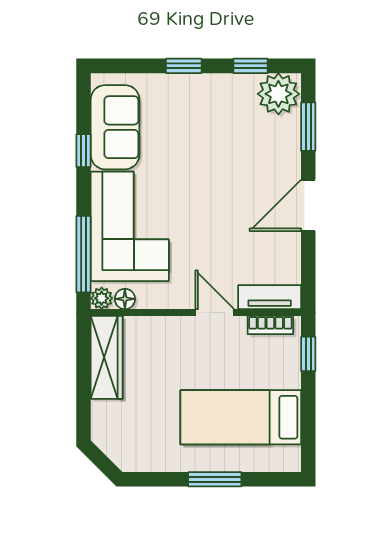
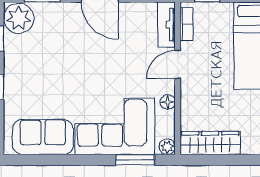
window: (84, 151) -> (60, 160), removed
window: (84, 254) -> (135, 160), width x0.69
floor lamp: (125, 299) -> (168, 102), moved

